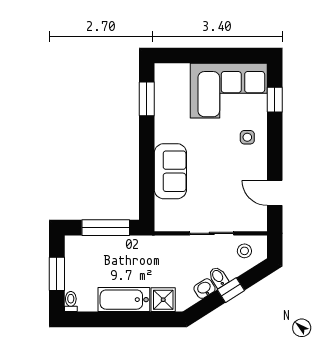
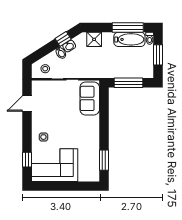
sofa: (170, 171) -> (90, 98), moved
door: (275, 193) -> (27, 104), swing flipped
window: (231, 290) -> (63, 39), moved
bathtub: (124, 300) -> (129, 39), moved
window: (107, 319) -> (128, 28), added

